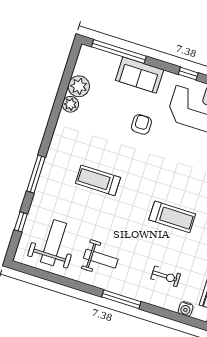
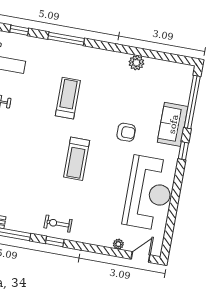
window: (188, 74) -> (183, 151), moved
plant: (79, 86) -> (154, 68), removed
treadmill: (172, 217) -> (77, 159), moved

